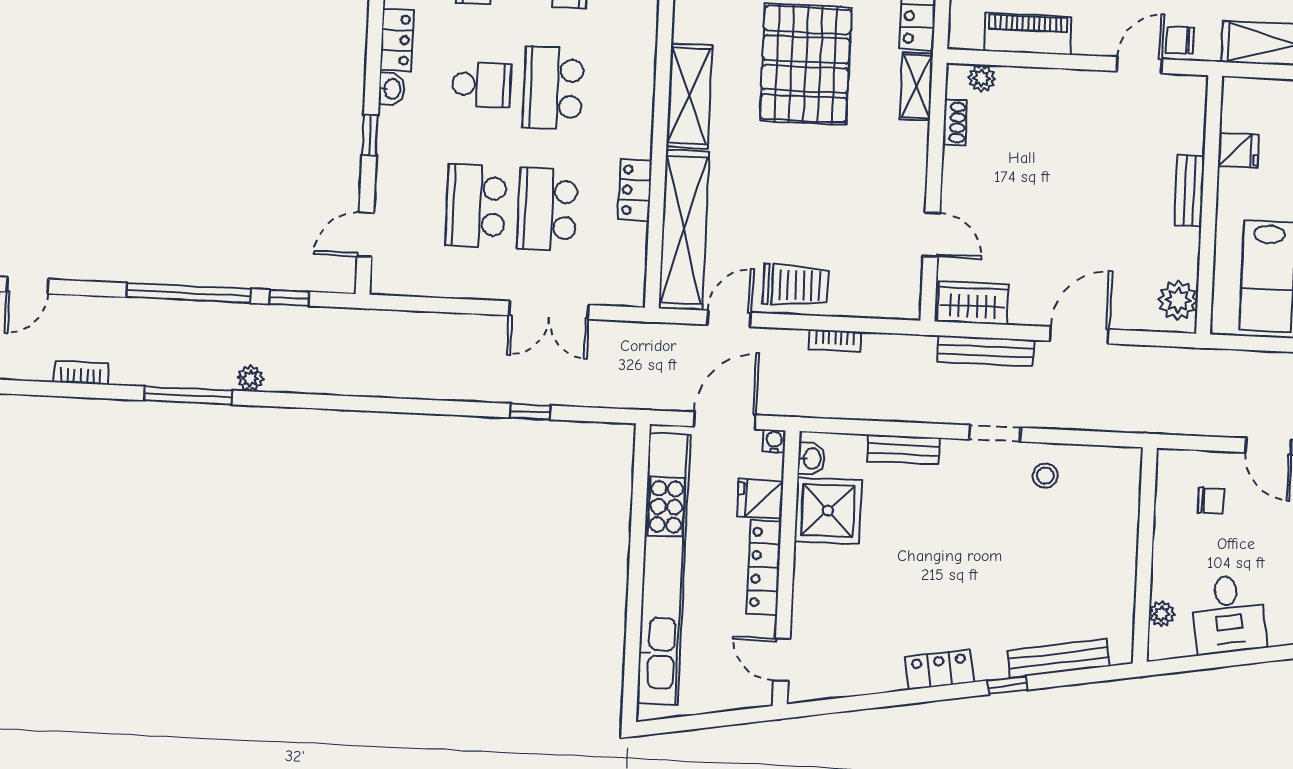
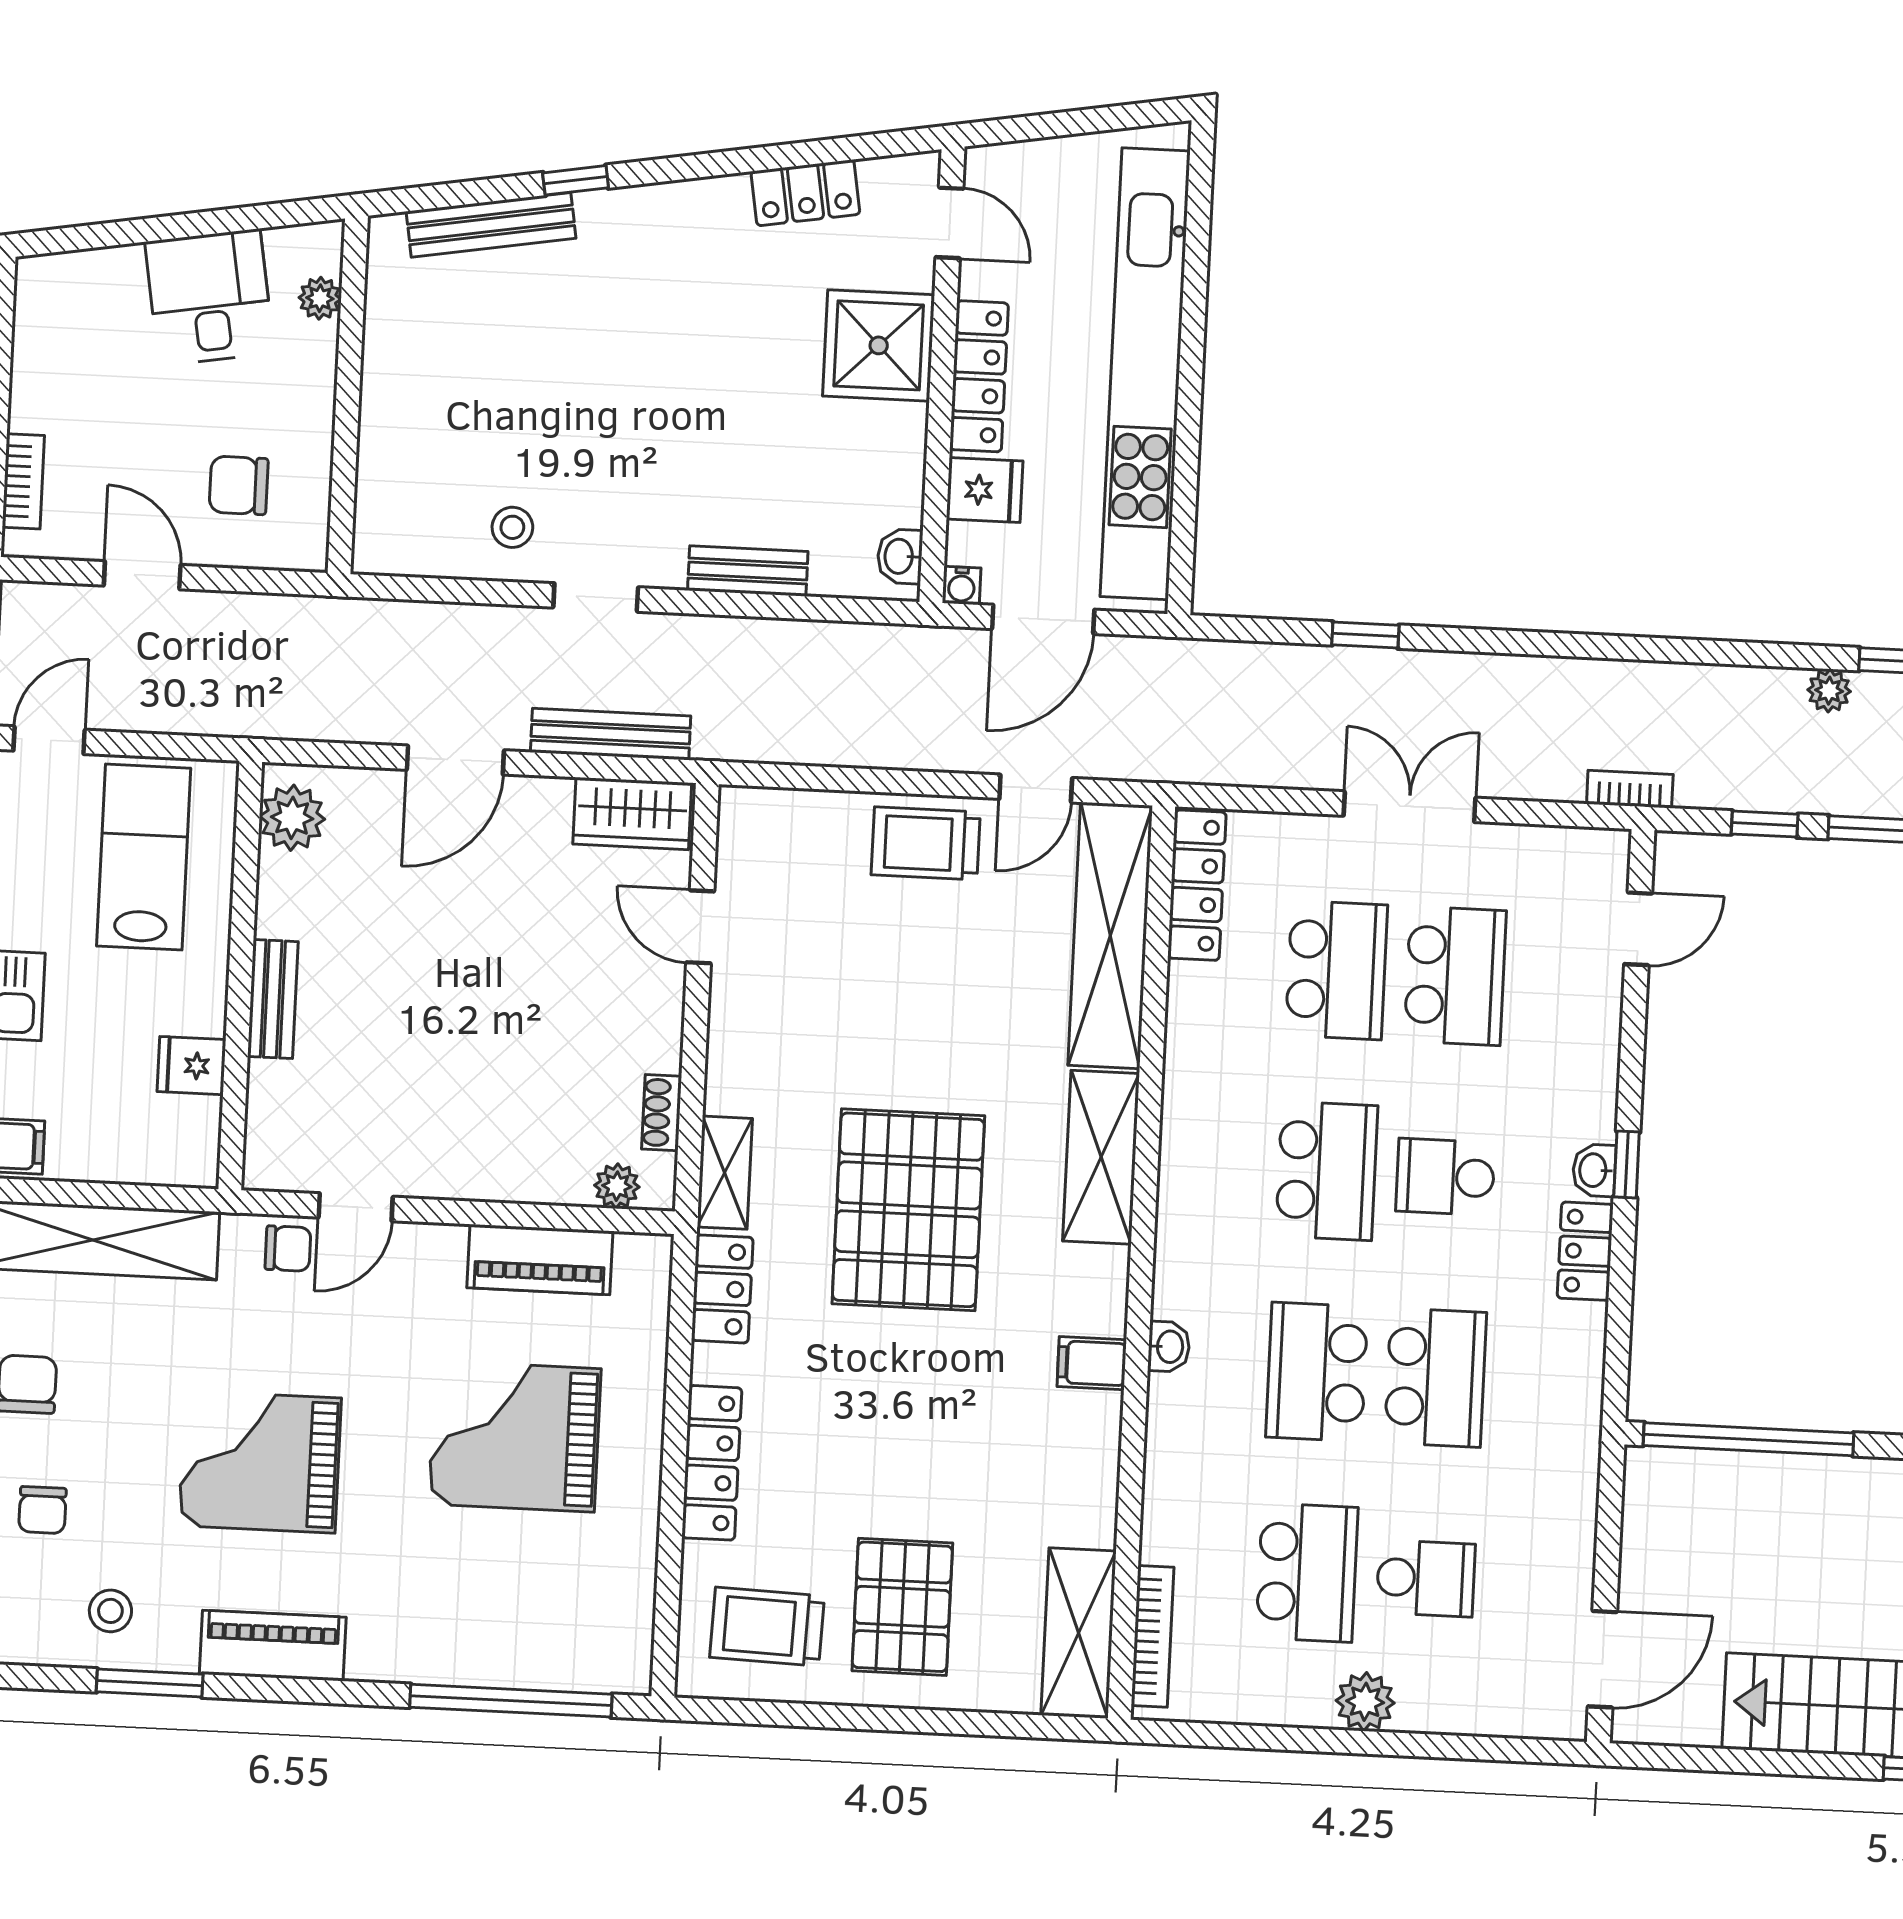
window: (370, 135) -> (1627, 1164), moved
locker: (635, 190) -> (1197, 885), moved, width x1.53
double door: (549, 310) -> (1410, 807), moved
bookcase: (835, 341) -> (1630, 789), moved
chair: (1211, 501) -> (239, 485), width x1.37, depth x1.37
shower: (828, 511) -> (879, 345), moved
locker: (940, 670) -> (805, 193), moved

